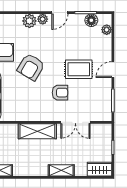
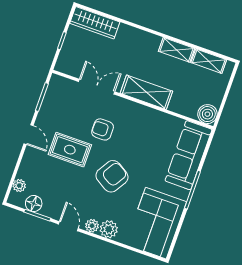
door: (60, 13) -> (68, 226), hinge flipped
armchair: (31, 67) -> (112, 176), moved
door: (113, 70) -> (29, 135), hinge flipped
wardrobe: (99, 169) -> (95, 23), width x1.50
shelving: (61, 170) -> (177, 50), moved

